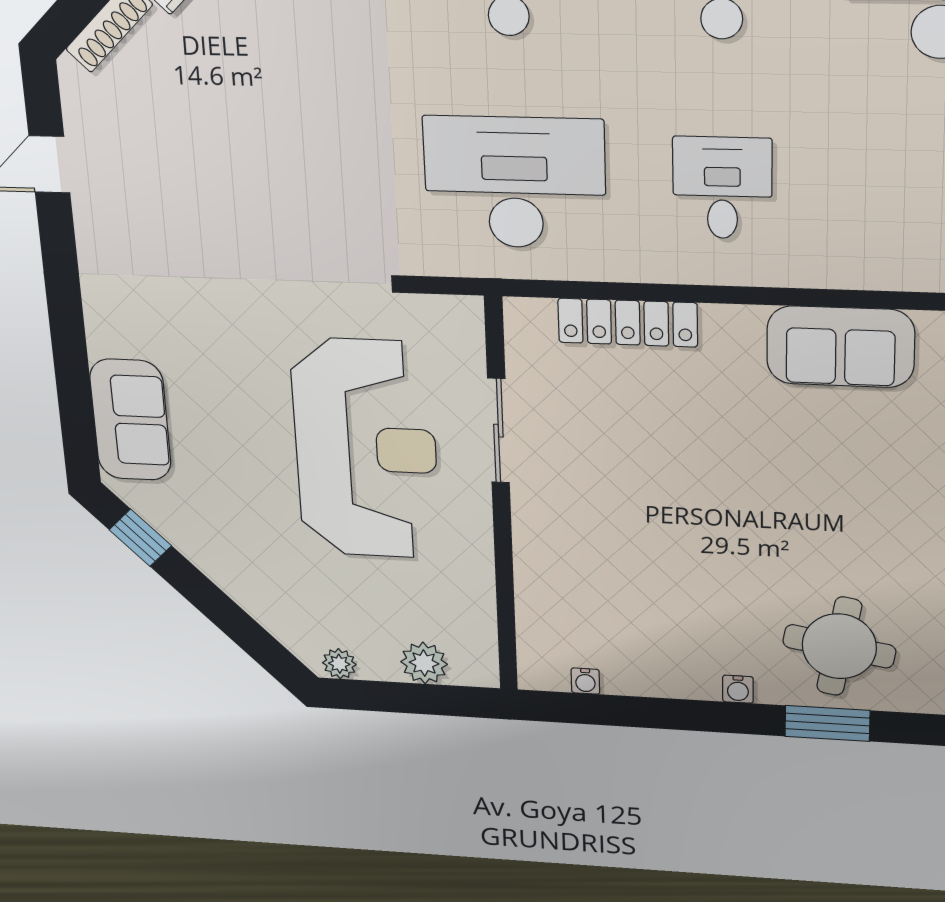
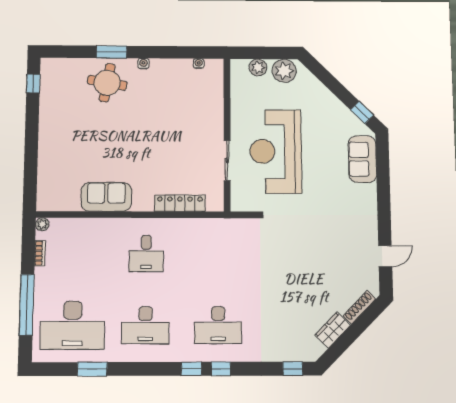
desk: (515, 183) -> (218, 254), removed
plant: (339, 664) -> (284, 71), width x1.88, depth x1.88

